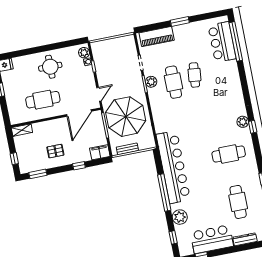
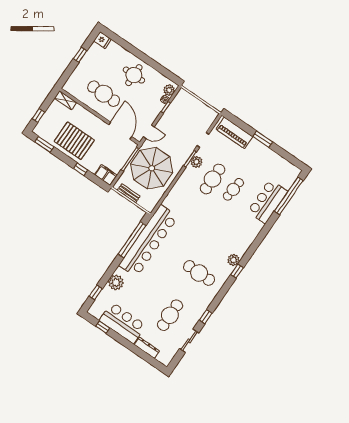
bar counter: (222, 42) -> (268, 201), moved
door: (79, 113) -> (120, 131), swing flipped
pallet: (55, 151) -> (74, 141), width x2.05, depth x2.00
window: (164, 193) -> (132, 240), moved

